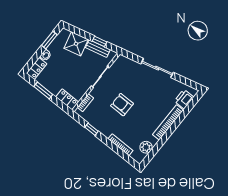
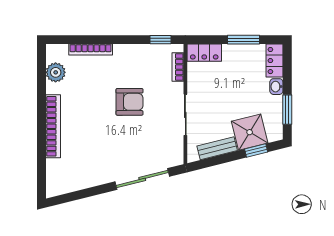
window: (99, 41) -> (256, 151), moved
sliding door: (157, 68) -> (142, 179), moved
printer: (184, 99) -> (57, 172), removed
window: (91, 129) -> (161, 40), moved

